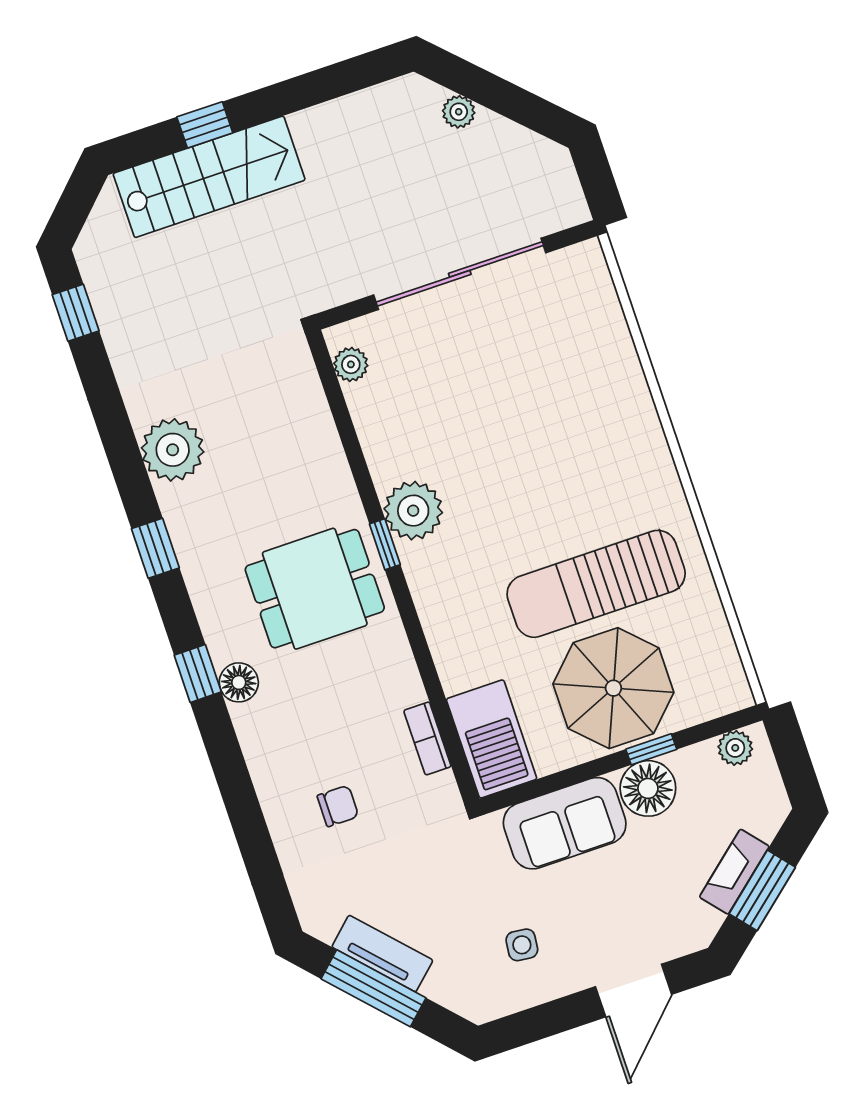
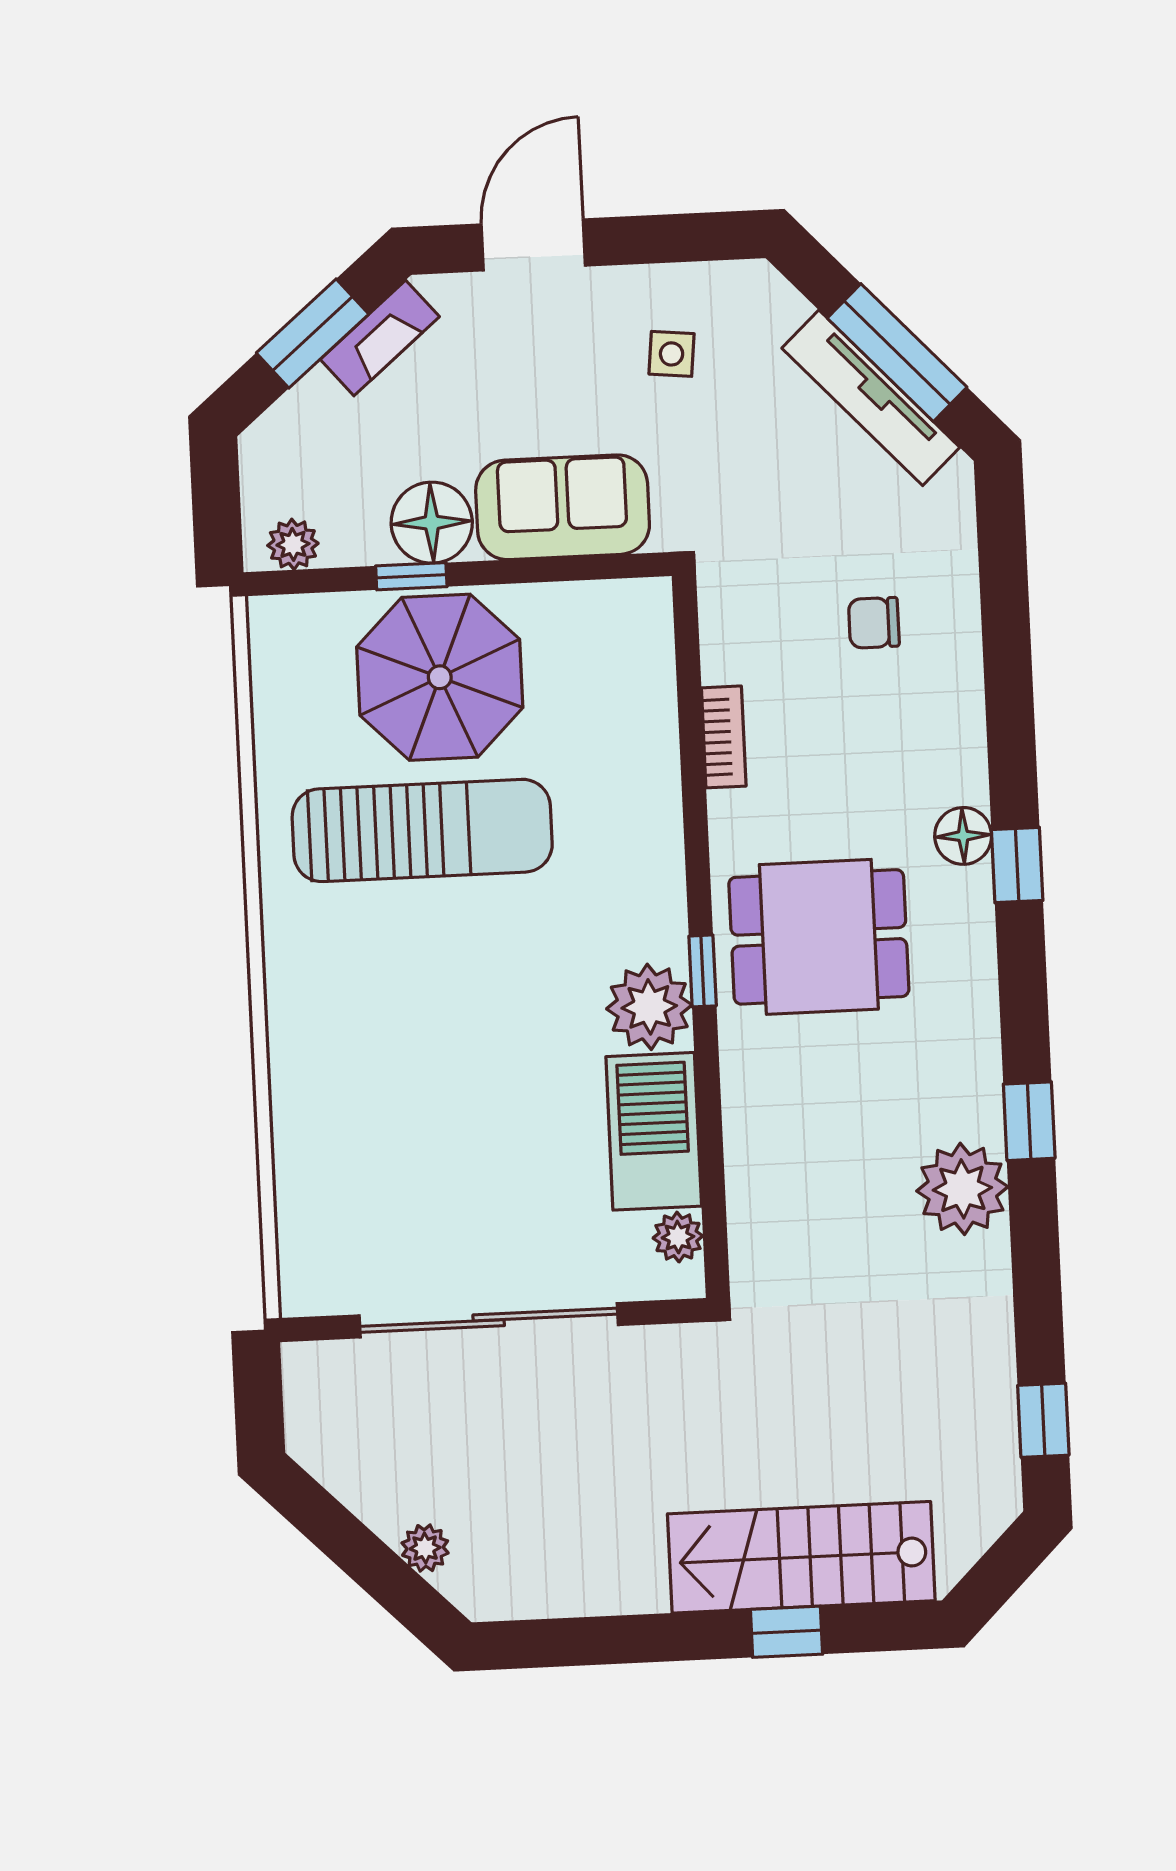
window: (155, 548) -> (1029, 1121), moved
bookcase: (427, 738) -> (724, 737), moved
barbecue: (492, 739) -> (654, 1131), moved
fireplace: (734, 872) -> (380, 338), moved
tv unit: (382, 954) -> (871, 398), width x1.41

